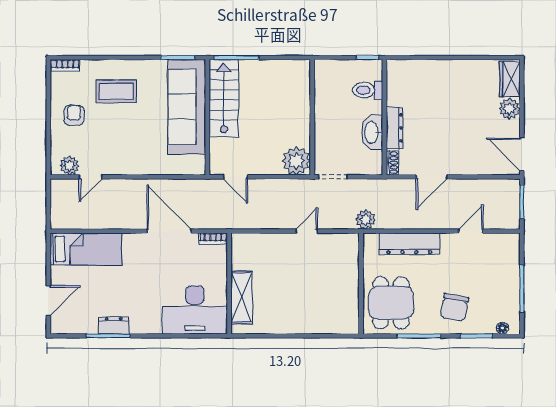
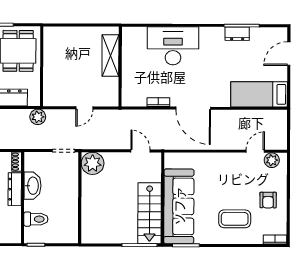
wall: (229, 284) -> (120, 67), moved
shelving: (241, 297) -> (110, 56), moved

